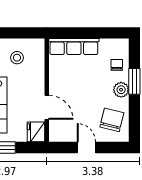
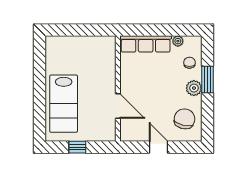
plant: (105, 44) -> (178, 41), added
stool: (17, 58) -> (88, 55), removed
fridge: (36, 132) -> (107, 131), removed

